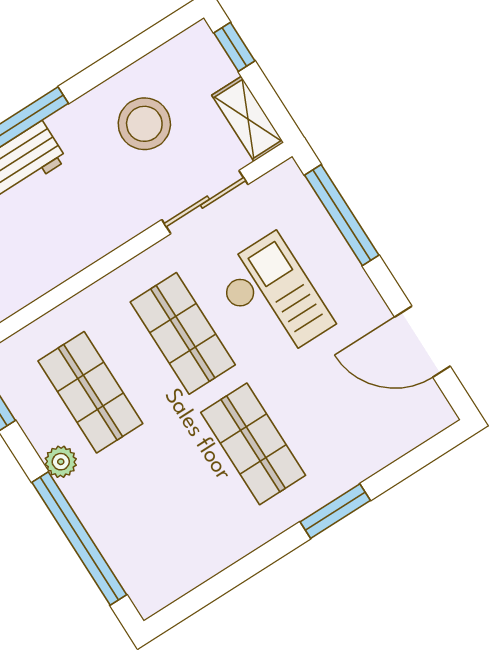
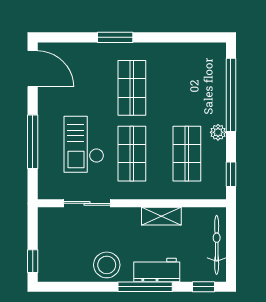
shelving: (248, 119) -> (161, 216), moved, turned 90
stool: (144, 124) -> (107, 265), moved
window: (342, 215) -> (33, 142), moved
door: (422, 342) -> (33, 69), moved

